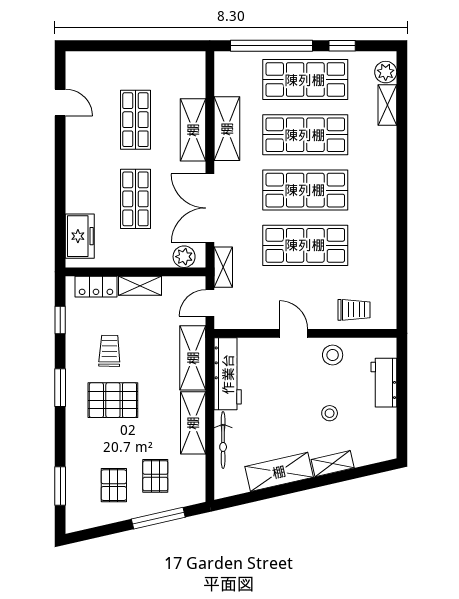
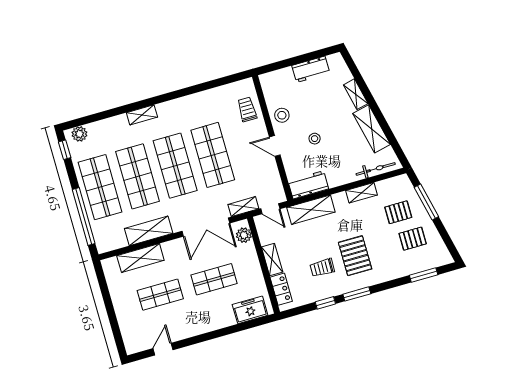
window: (342, 46) -> (65, 150), moved
shelving: (387, 105) -> (142, 115), moved
shelving: (193, 130) -> (140, 258), moved
window: (60, 320) -> (325, 303), moved
door: (293, 333) -> (275, 146), hinge flipped
workbench: (228, 374) -> (308, 185), width x0.73
workbench: (384, 383) -> (311, 69), moved
stool: (330, 413) -> (315, 139), moved
shelving: (193, 423) -> (362, 193), width x0.67, depth x0.75
bicycle: (223, 440) -> (376, 169), moved

